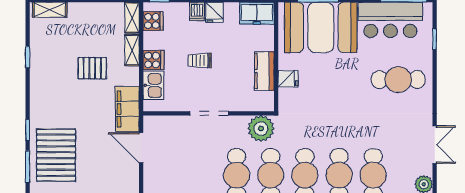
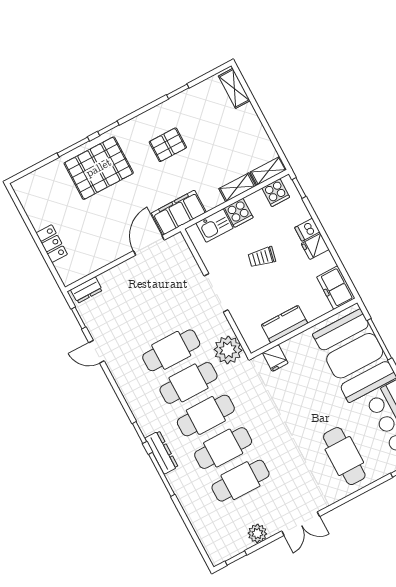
trolley: (200, 60) -> (262, 257), turned -78
pallet: (92, 68) -> (168, 145), moved, turned 90
fridge: (288, 79) -> (275, 358), moved

